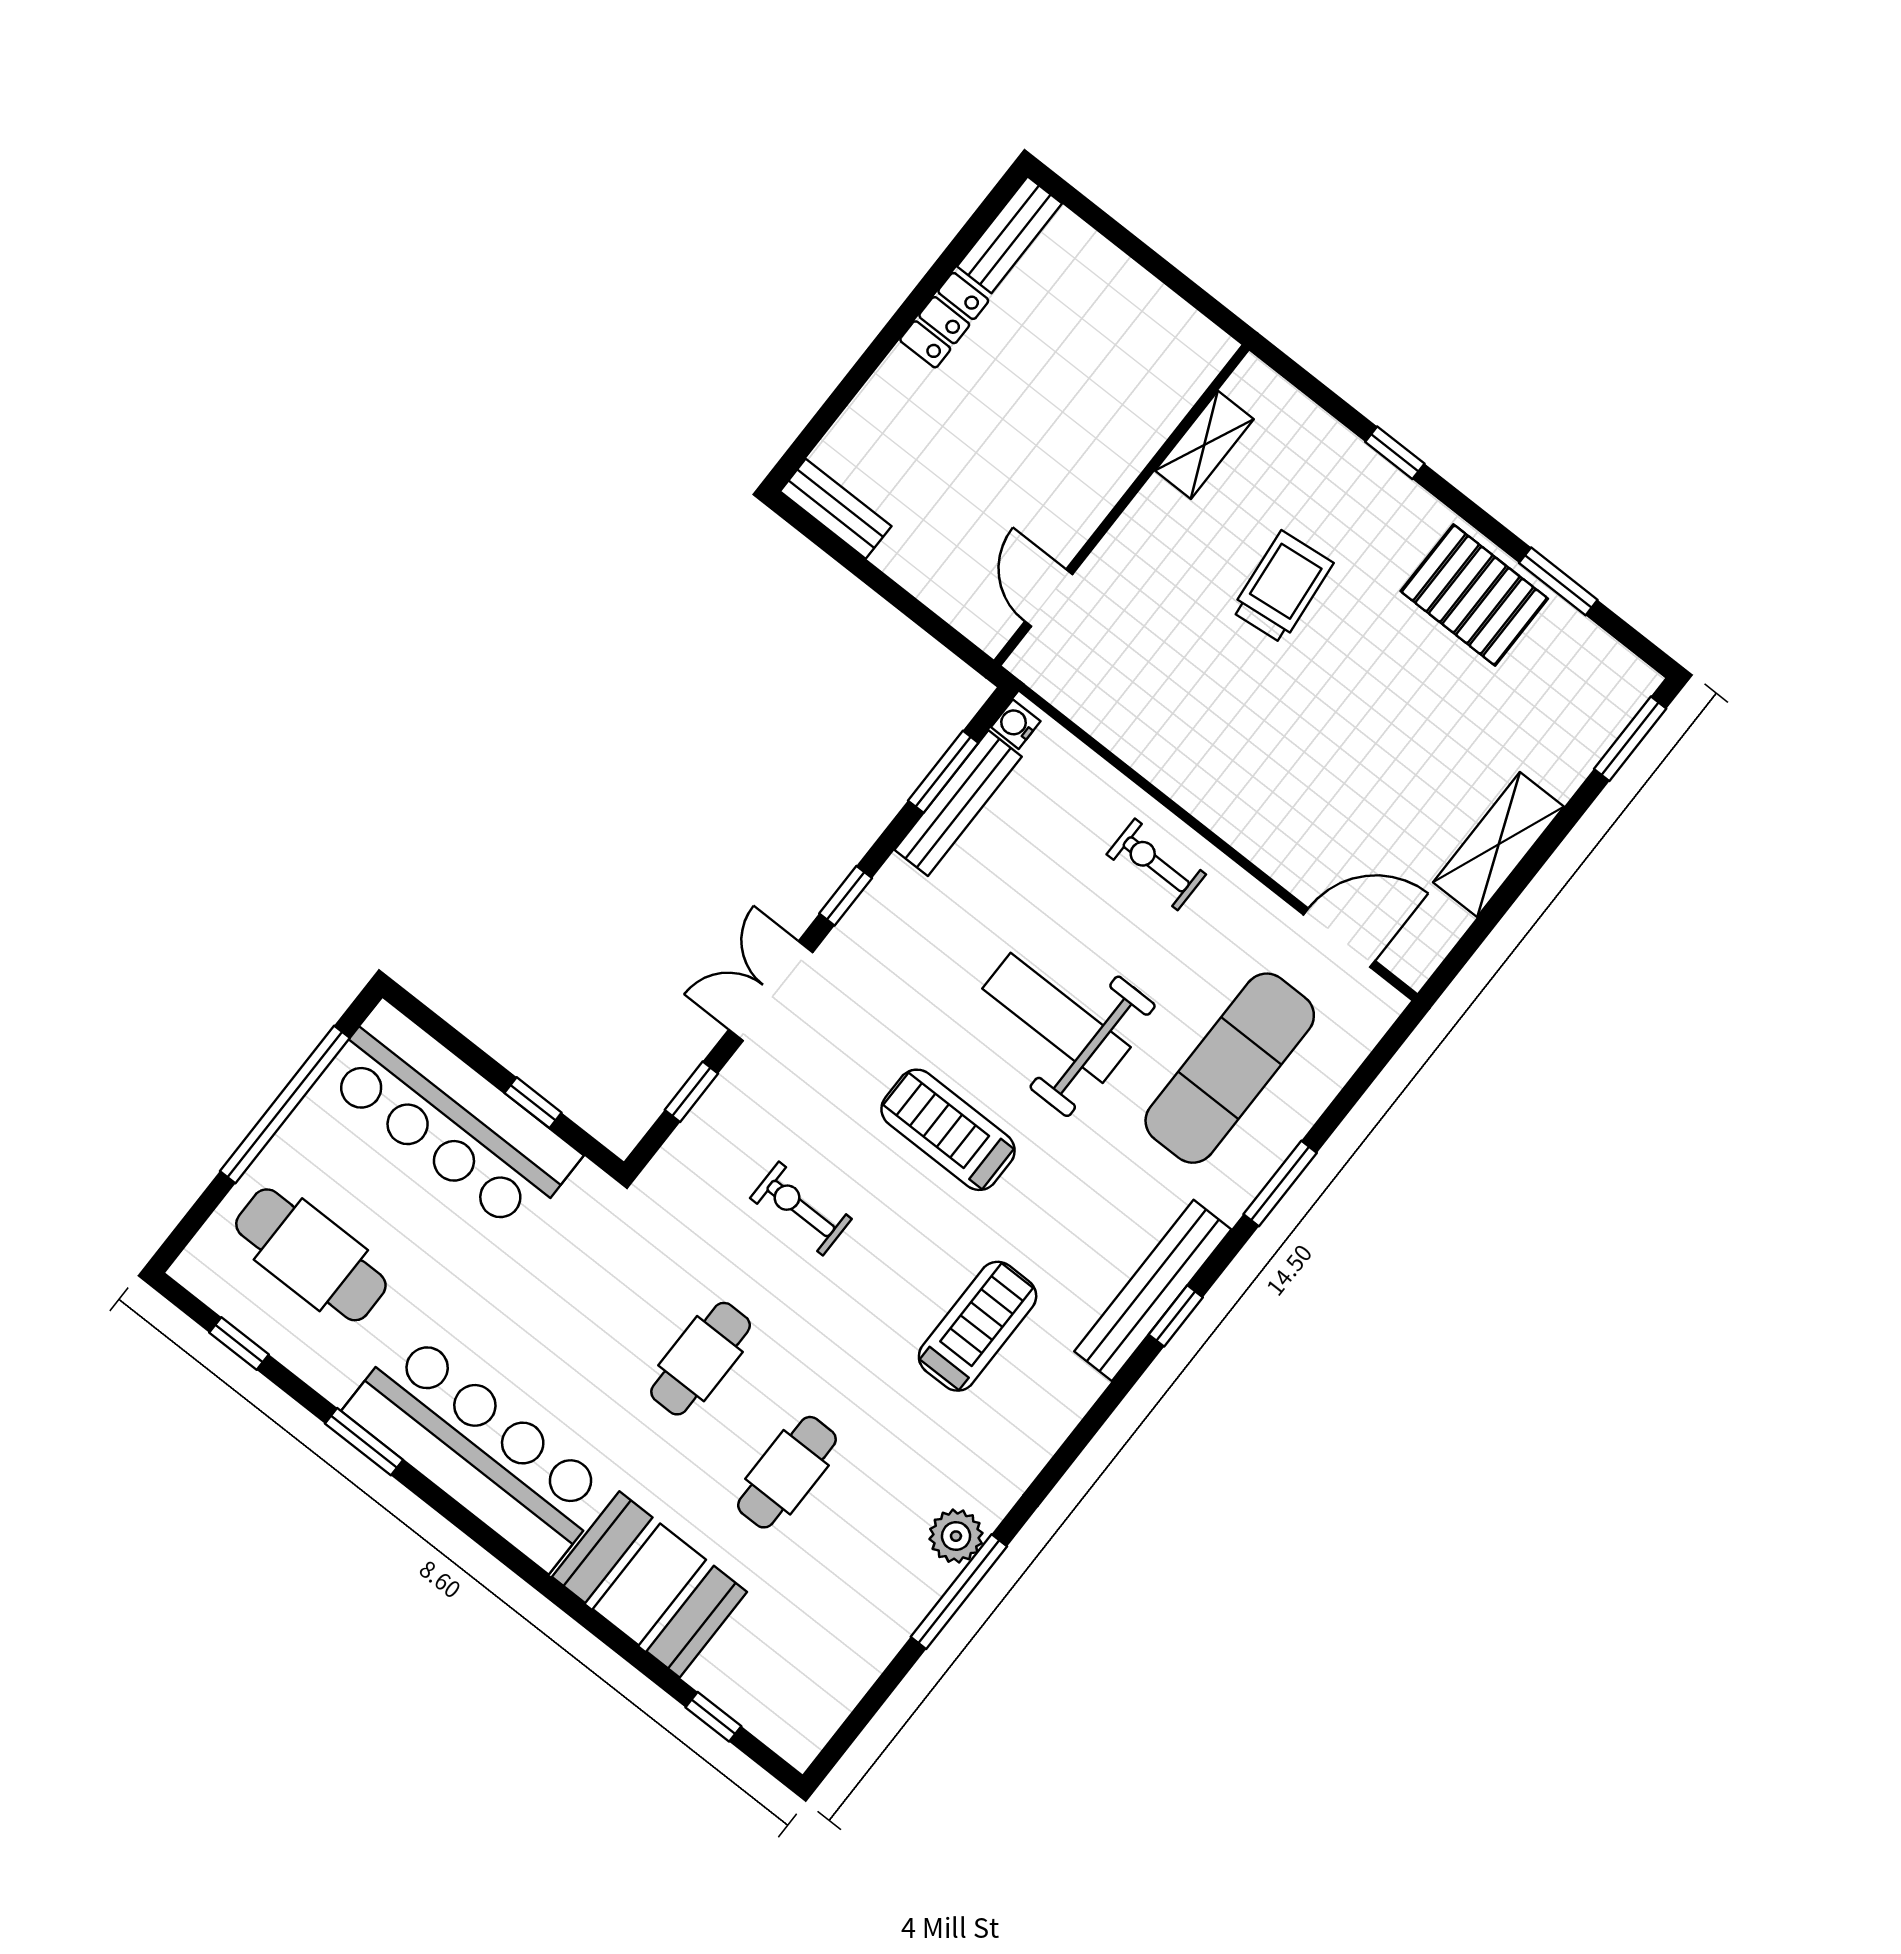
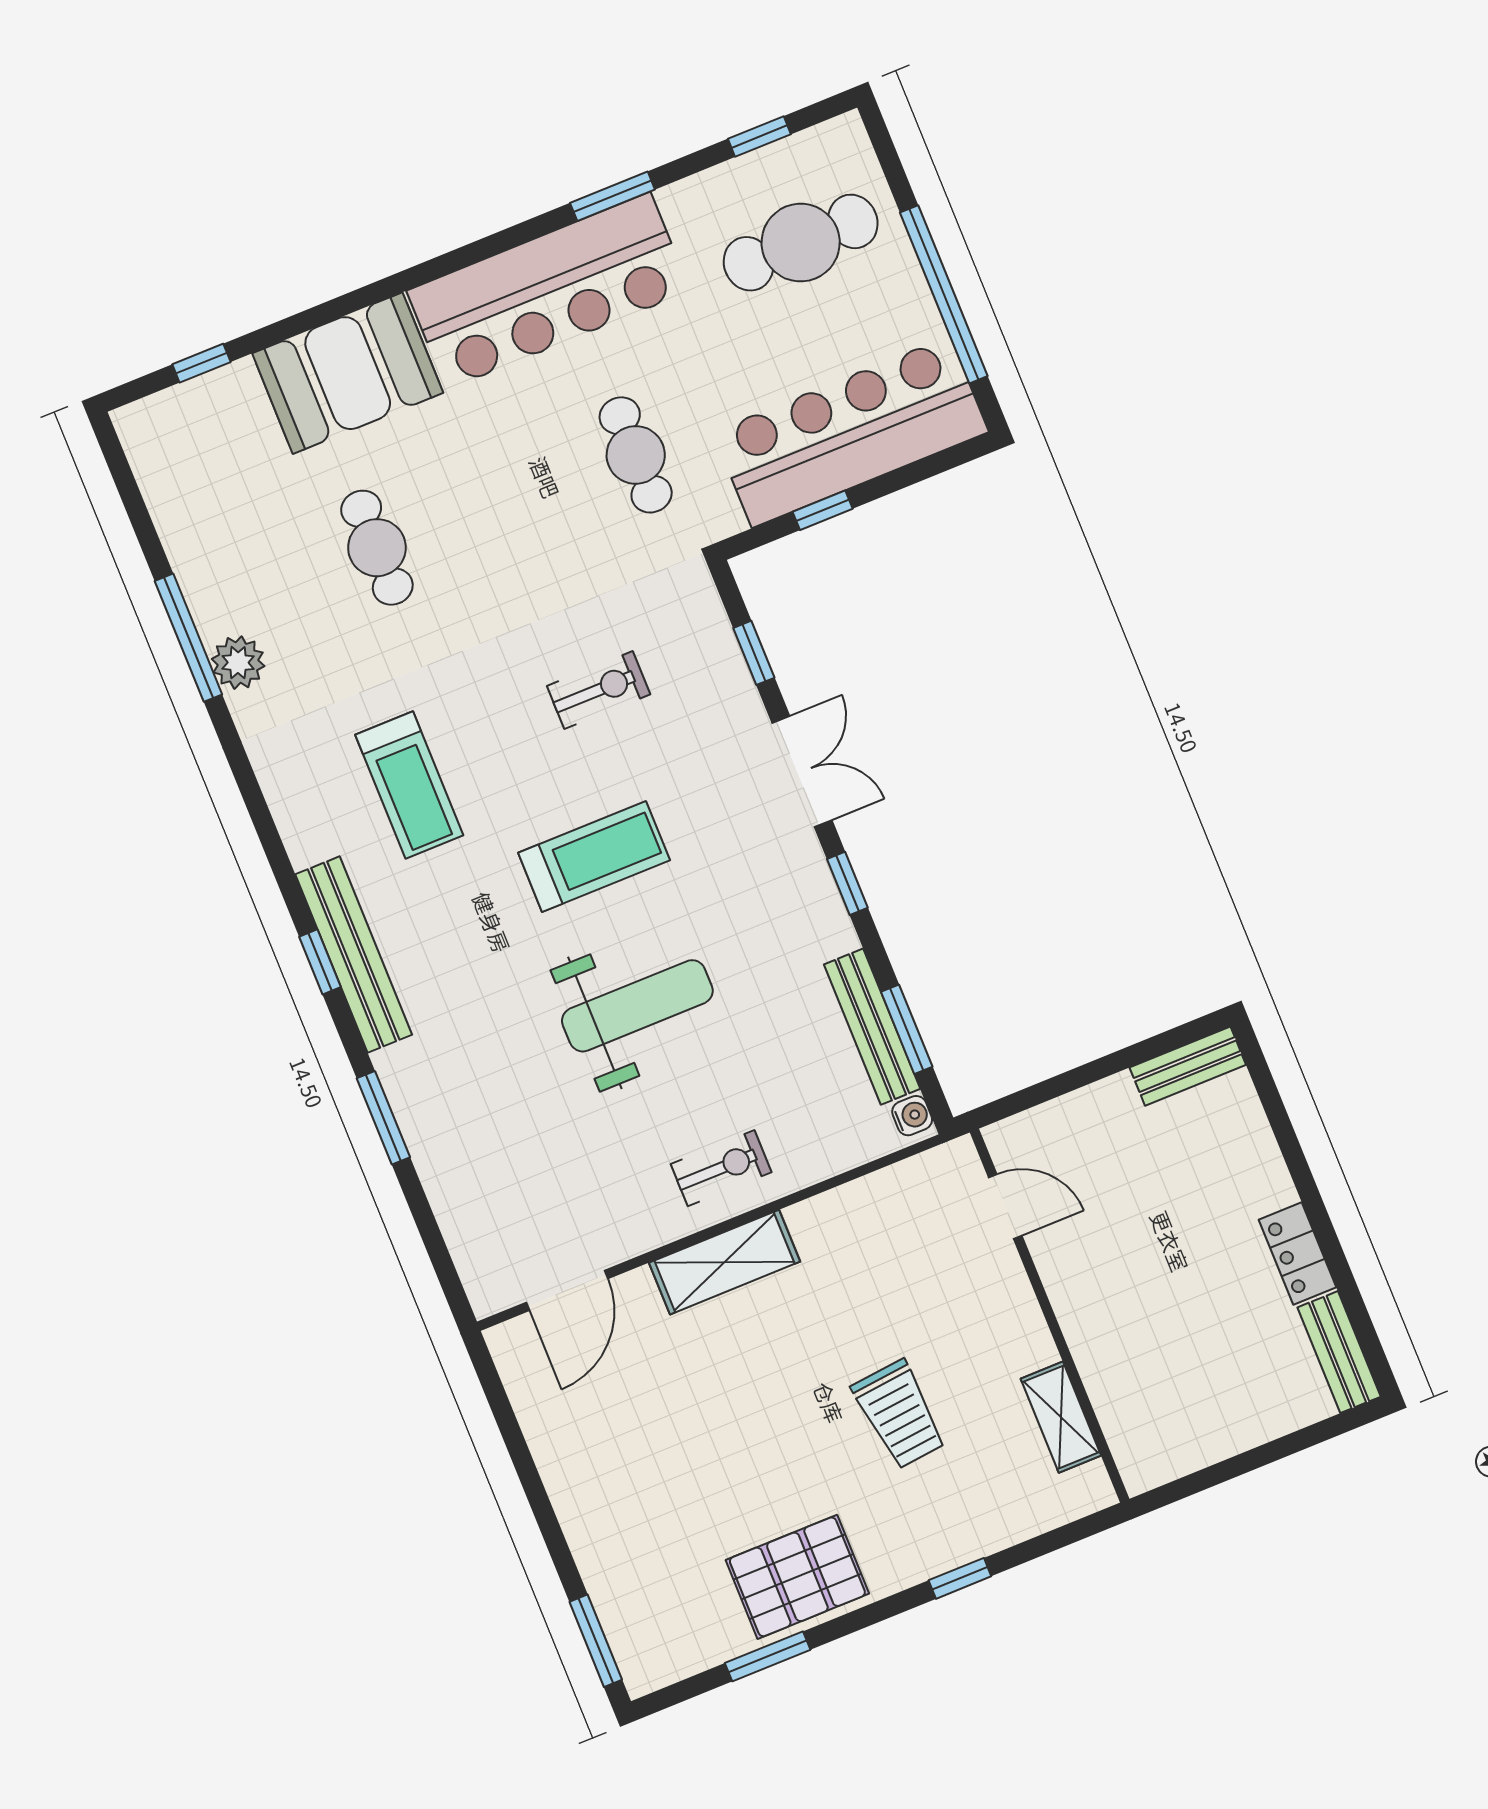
shelving: (1498, 844) -> (724, 1262), moved, turned 90
exercise mat: (1230, 1068) -> (508, 1131), removed
cafe table: (701, 1359) -> (636, 455), moved

